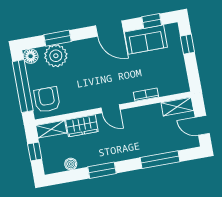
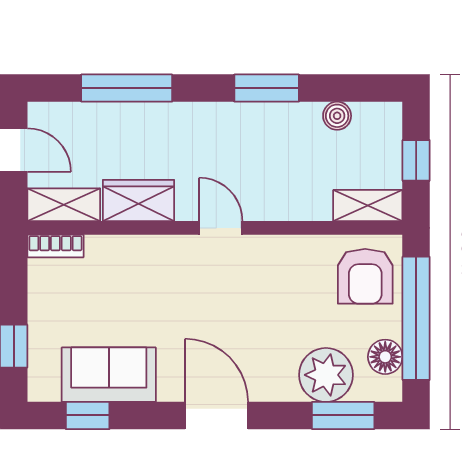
door: (110, 29) -> (216, 415), moved
window: (58, 38) -> (343, 415), moved
floor lamp: (31, 56) -> (385, 357), moved
bookcase: (146, 95) -> (55, 246), moved
wardrobe: (82, 126) -> (138, 200), moved

